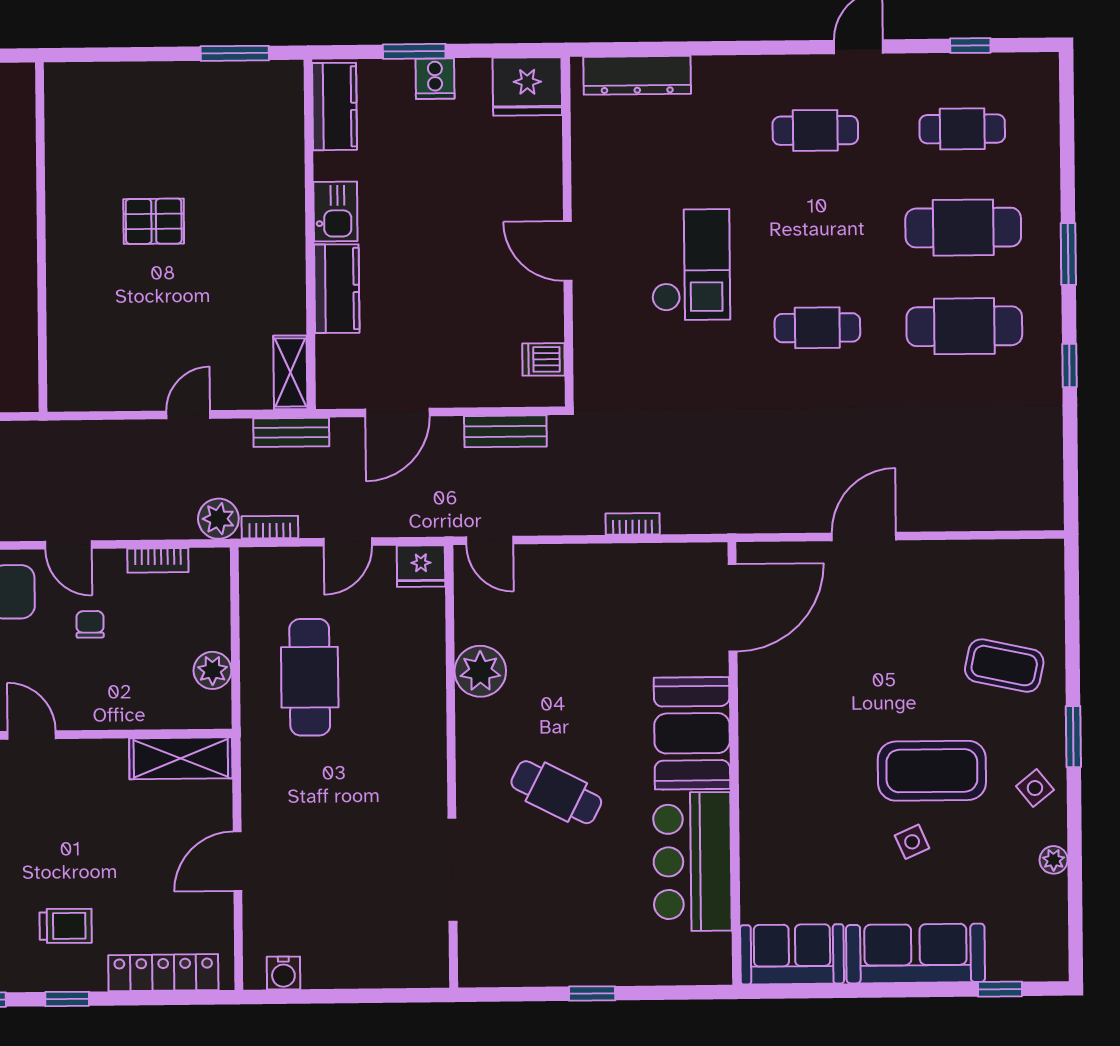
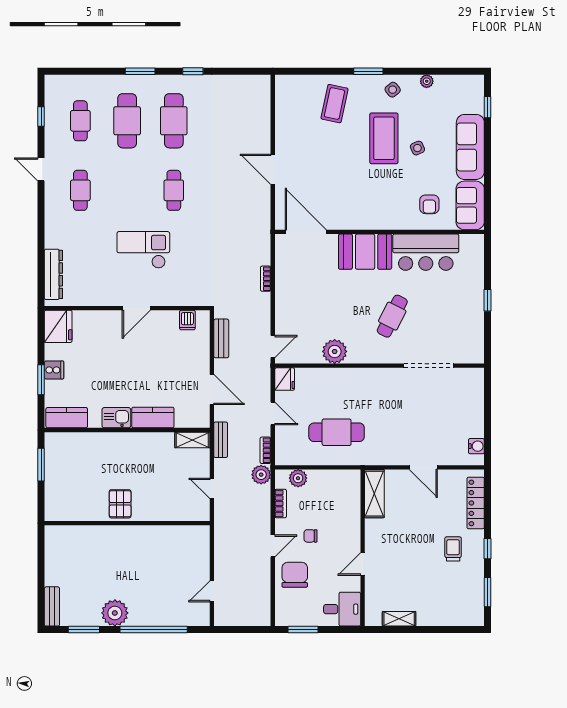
wall: (41, 237) -> (127, 523), moved
plant: (212, 670) -> (298, 478), moved
armchair: (793, 868) -> (429, 204), added

